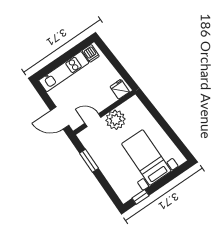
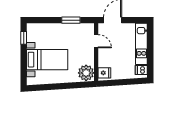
door: (93, 120) -> (96, 41), hinge flipped
plant: (116, 120) -> (86, 73), moved

